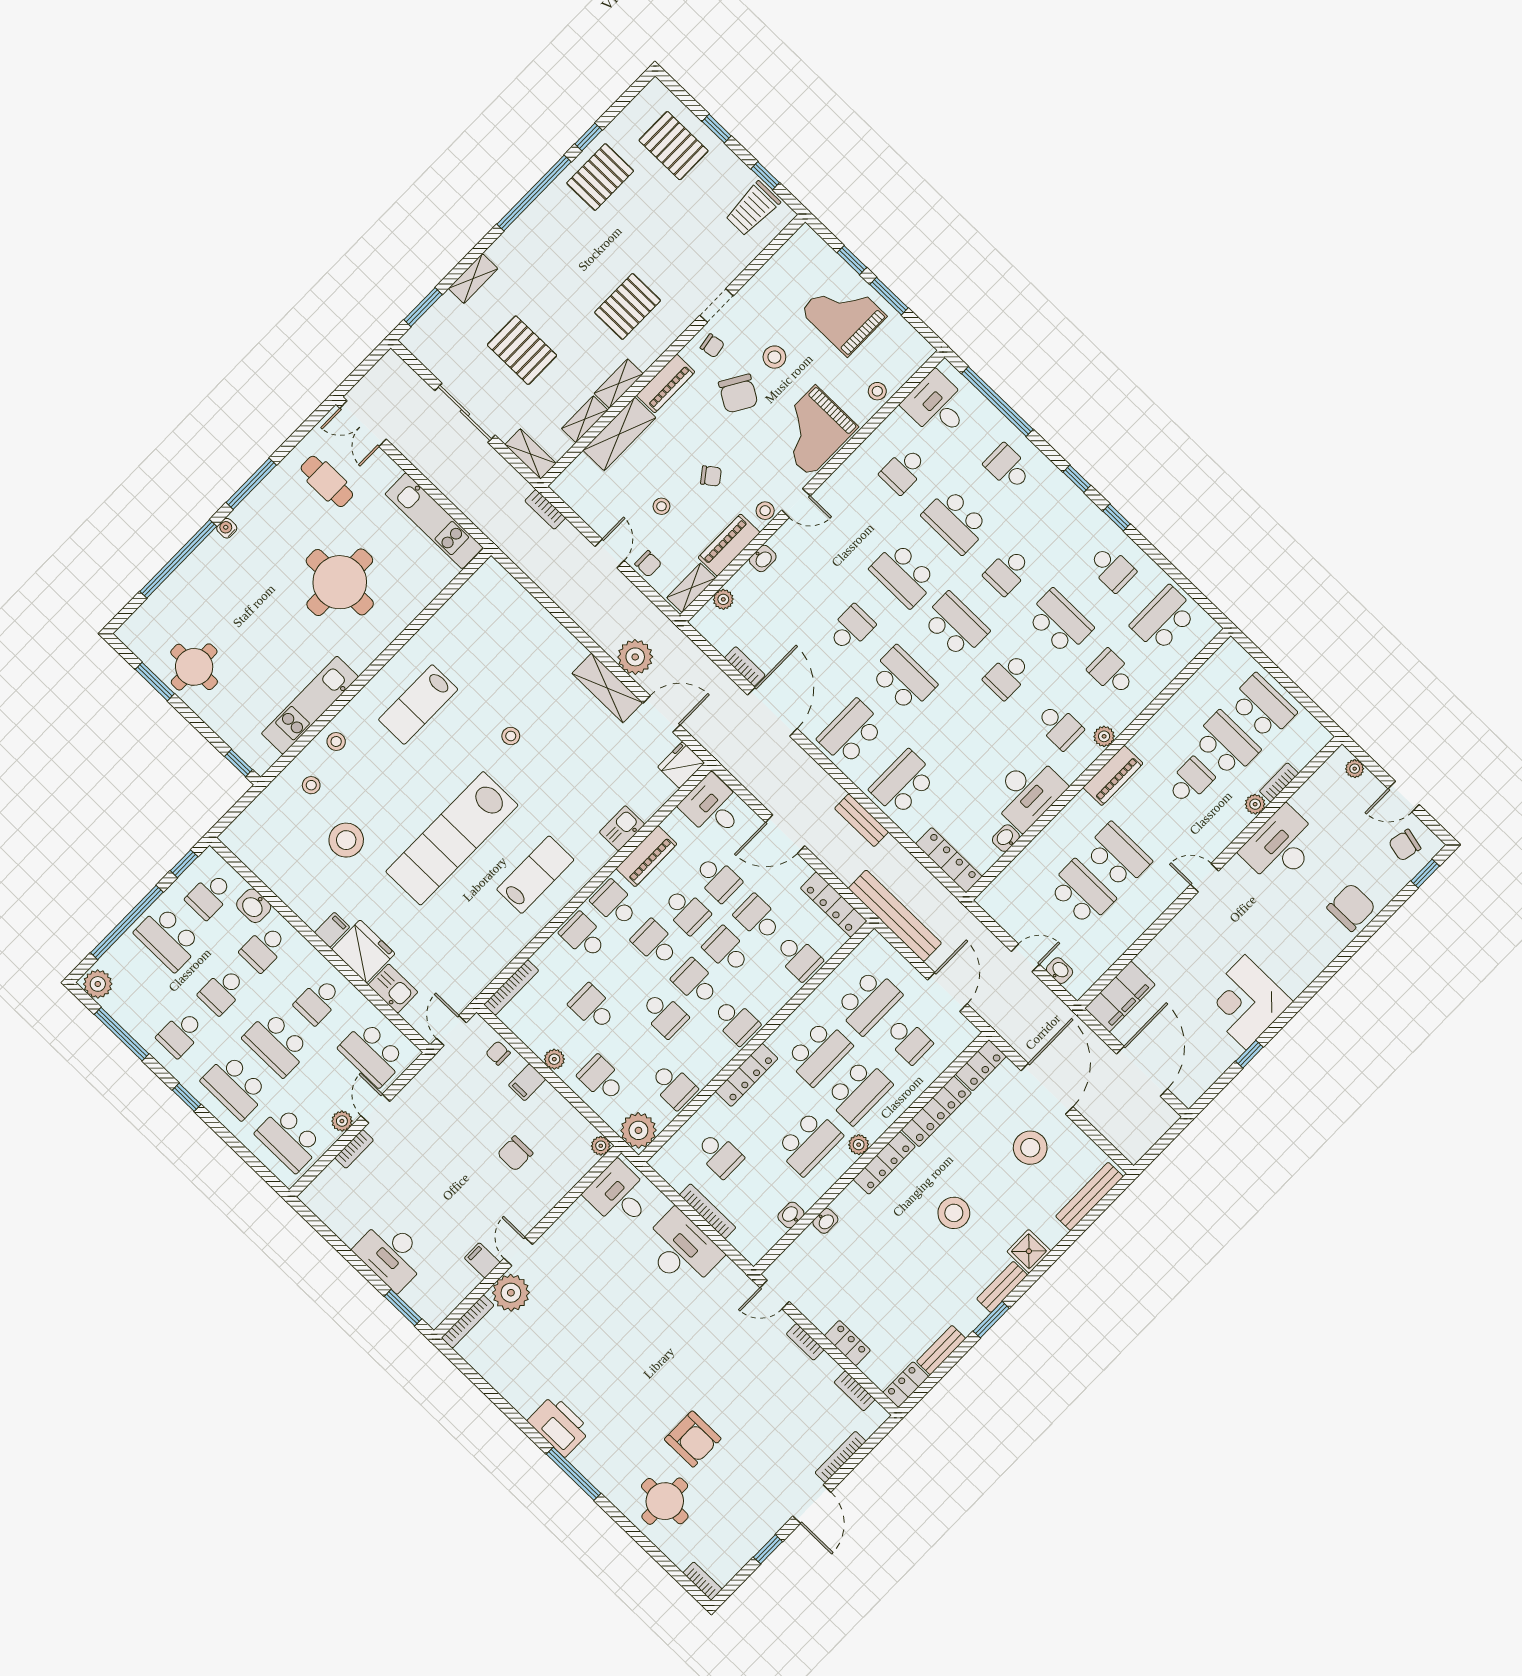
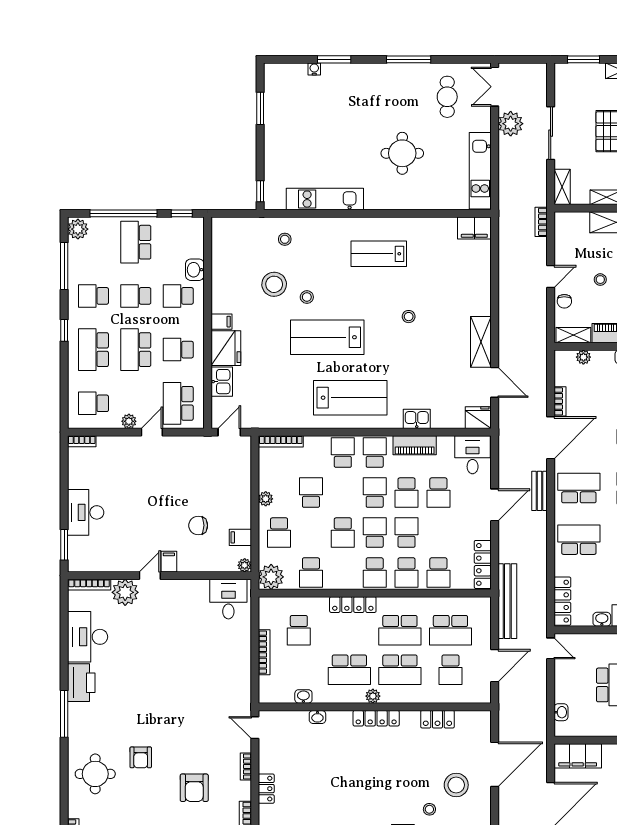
water cooler: (227, 528) -> (314, 69), moved
window: (178, 559) -> (334, 59), width x0.47
round table: (340, 582) -> (402, 153), width x0.73, depth x0.73
filing cabinet: (486, 583) -> (474, 228), added
plant: (635, 657) -> (511, 124), moved
round table: (194, 667) -> (287, 121), removed
stool: (336, 742) -> (307, 297), moved
bench: (862, 820) -> (539, 491), moved
door: (785, 834) -> (495, 505), swing flipped
lab bench: (452, 838) -> (327, 337), width x0.73
lab bench: (535, 875) -> (350, 398), width x1.36, depth x1.39
school desk: (210, 896) -> (178, 242), removed
school desk: (758, 918) -> (407, 573), moved, turned 180
door: (1025, 958) -> (551, 648), moved
chair: (498, 1053) -> (241, 467), removed
locker: (981, 1065) -> (474, 719), removed
school desk: (602, 1079) -> (279, 533), turned 180
filing cabinet: (527, 1082) -> (240, 537), moved
locker: (936, 1111) -> (437, 719), width x0.66
school desk: (289, 1139) -> (93, 403), width x0.54
bookcase: (354, 1149) -> (82, 441), moved
stool: (954, 1213) -> (429, 809), moved, width x0.53, depth x0.53
desk: (681, 1250) -> (88, 637), moved, turned 180
filing cabinet: (482, 1260) -> (169, 562), moved
armchair: (776, 1415) -> (194, 788), added
armchair: (693, 1439) -> (141, 757), width x0.72, depth x0.72

